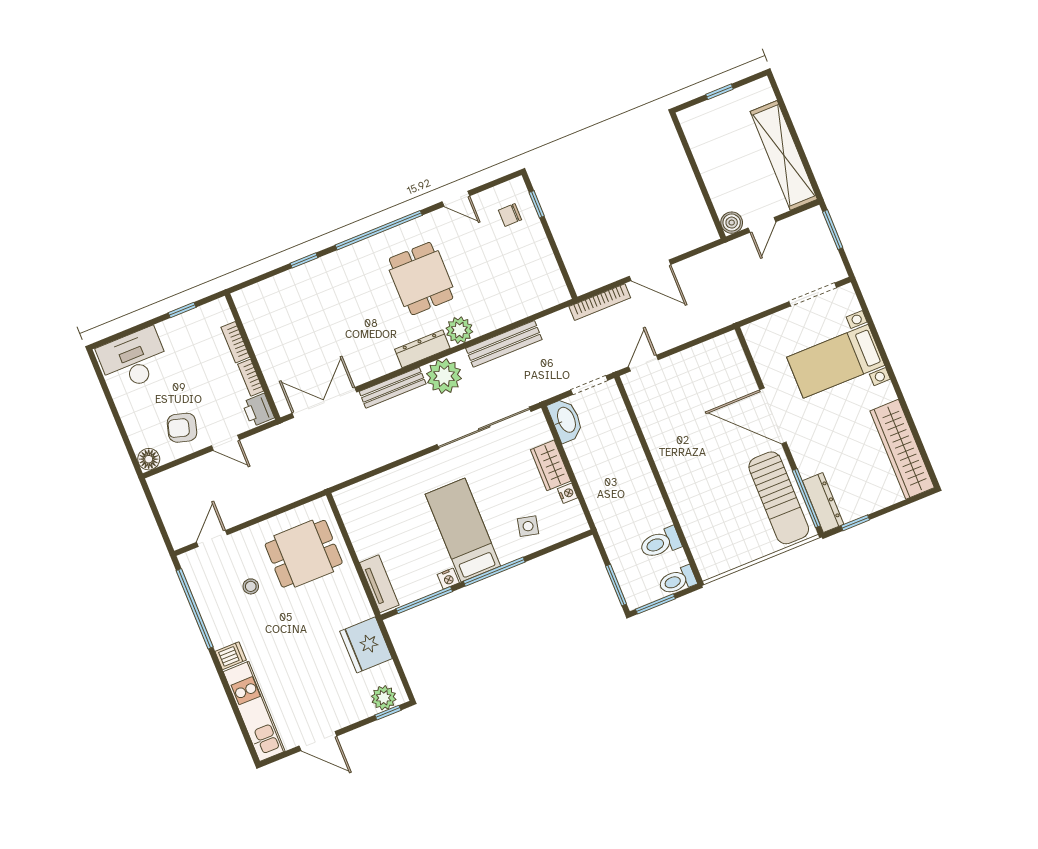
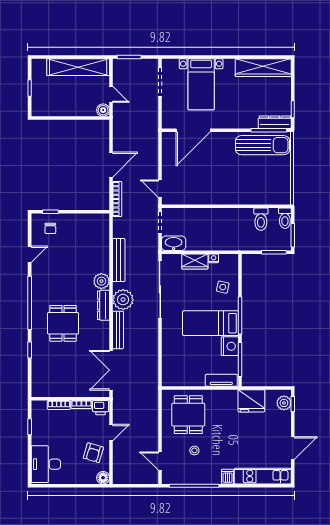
dining table: (421, 279) -> (63, 323), moved, turned 90
door: (773, 416) -> (193, 130), moved
nightstand: (448, 579) -> (230, 346), width x1.89, depth x1.79

